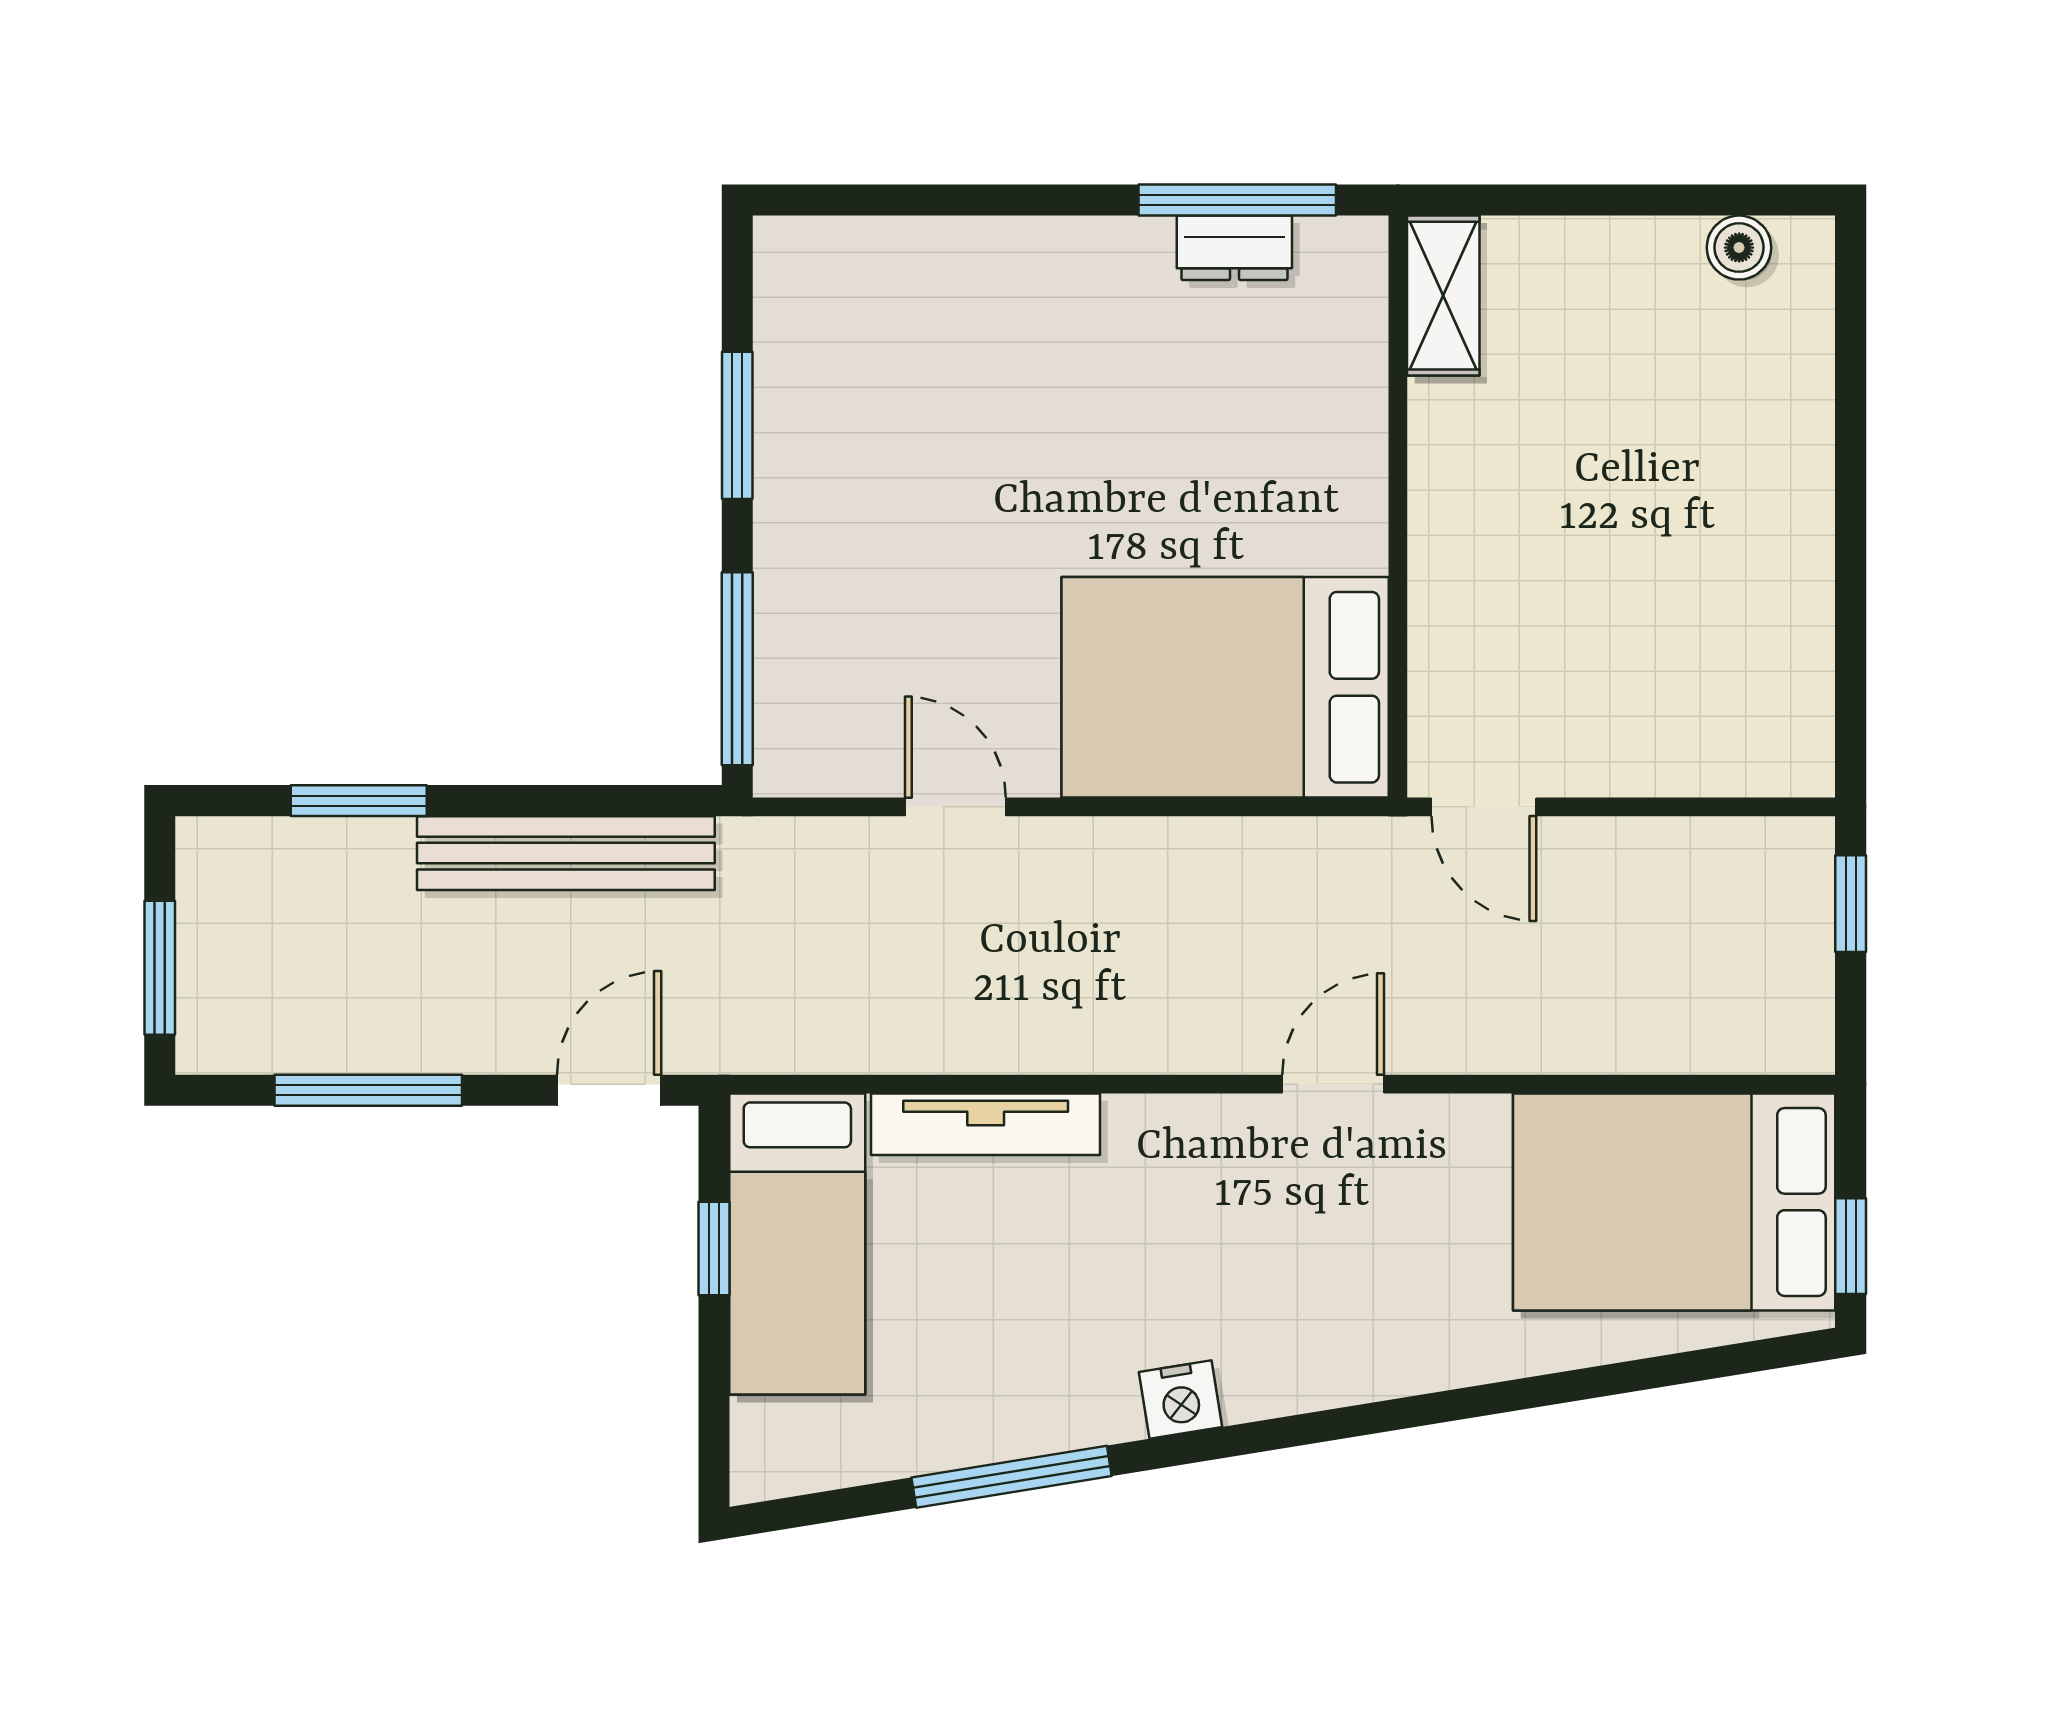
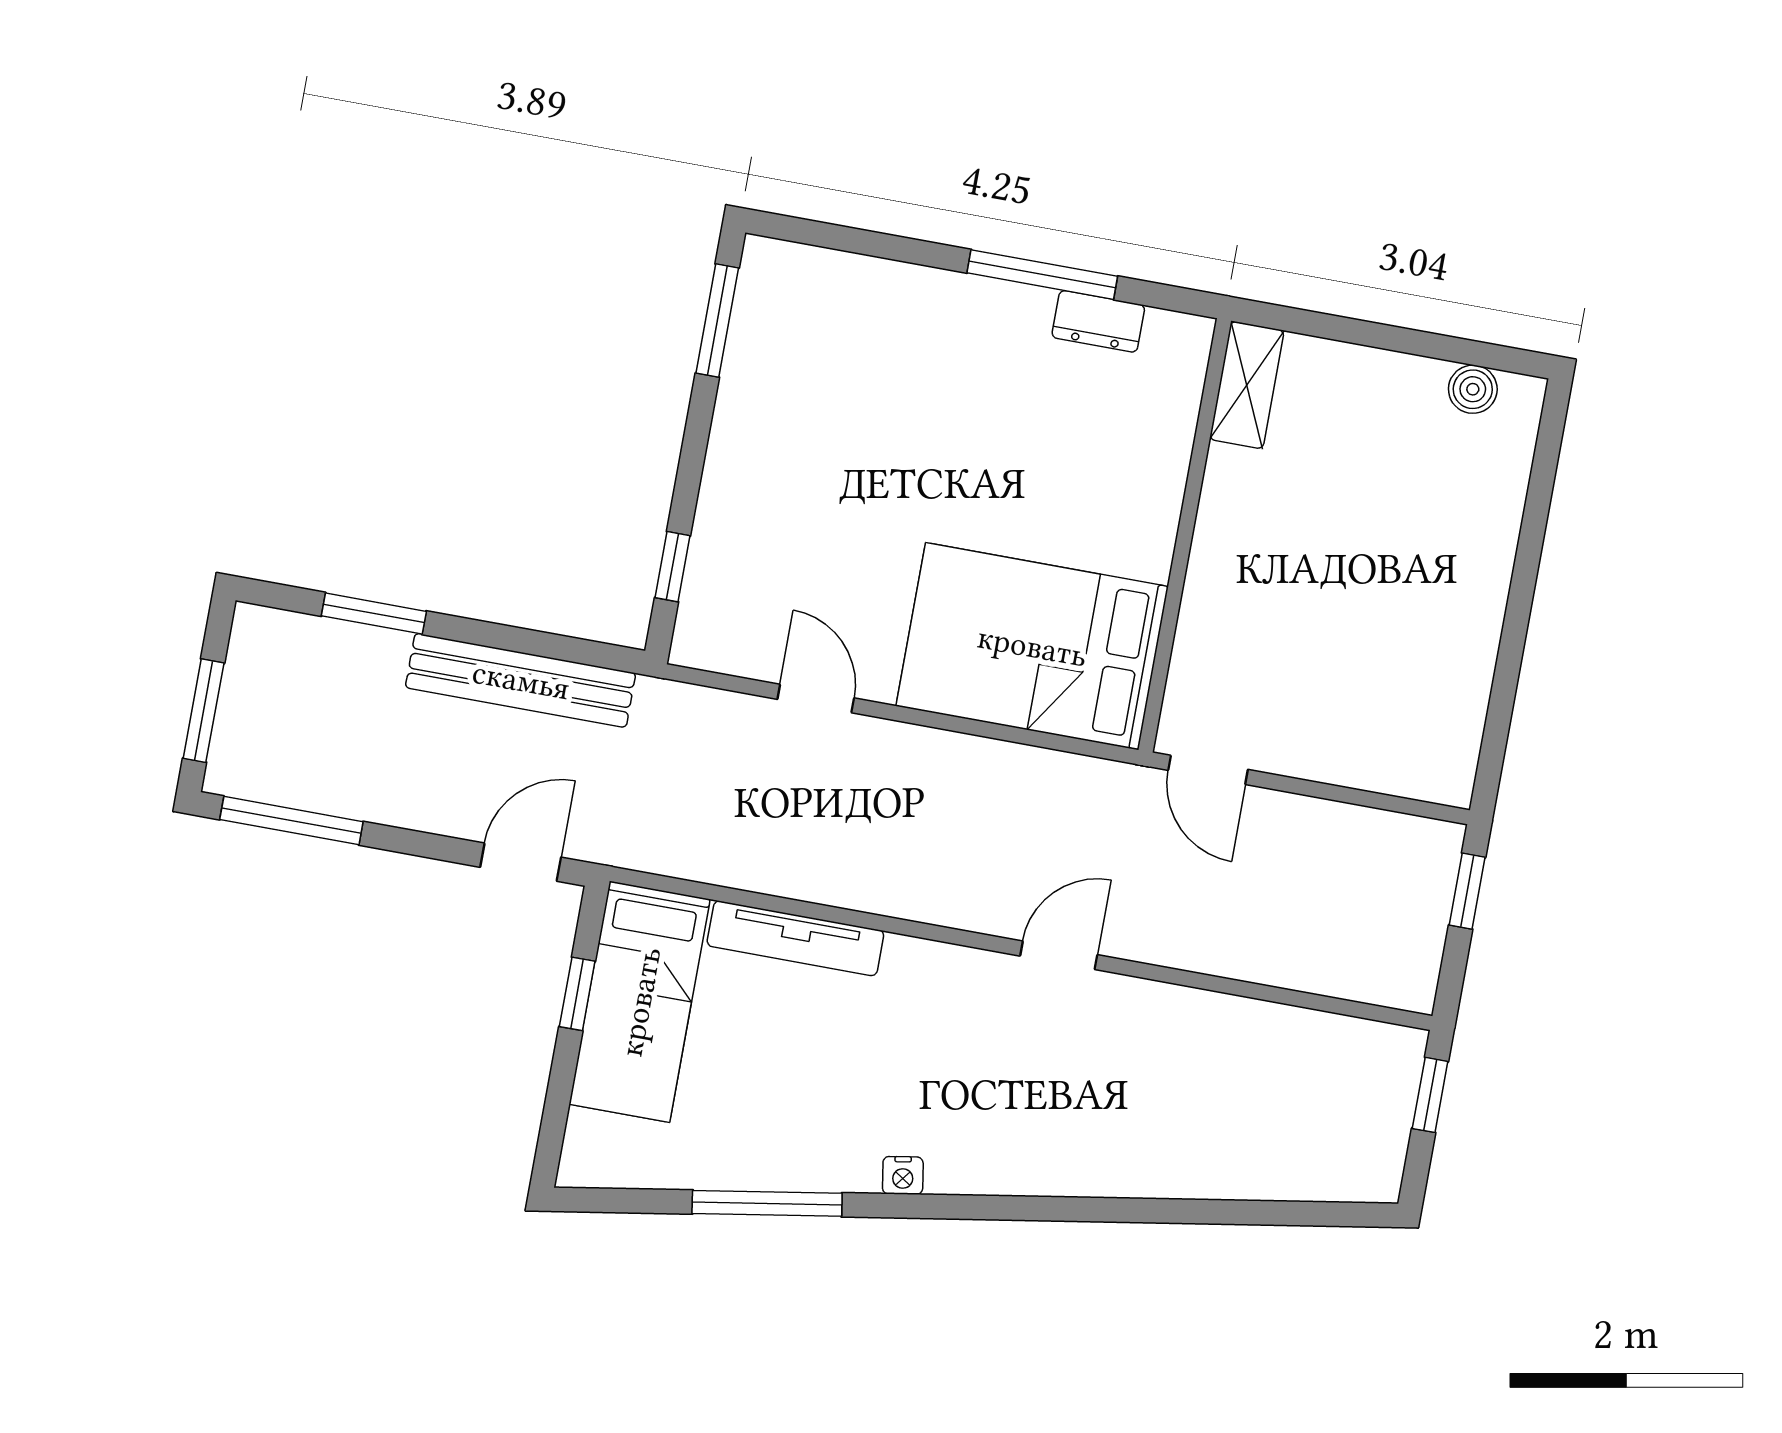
window: (1237, 200) -> (1042, 275), moved
window: (737, 425) -> (717, 321), moved
window: (737, 669) -> (672, 567), width x0.46
window: (368, 1090) -> (291, 821), moved
bed: (1674, 1202) -> (1296, 1089), removed
window: (1851, 1246) -> (1430, 1095), moved
nightstand: (1180, 1400) -> (903, 1175), width x0.72, depth x0.74

